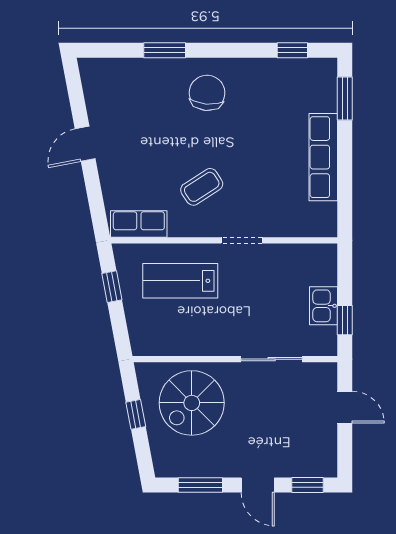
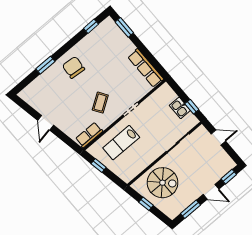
row of seats: (323, 157) -> (146, 68), moved
spiral stairs: (192, 403) -> (162, 183), turned -90

